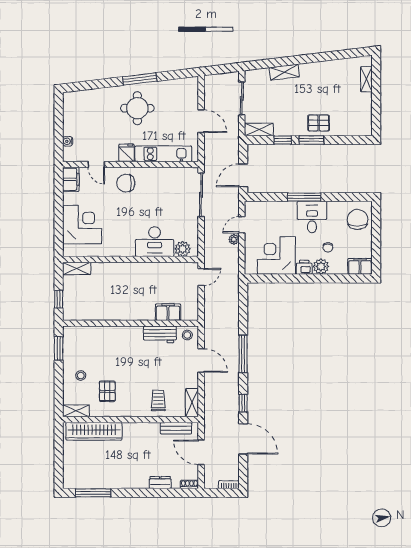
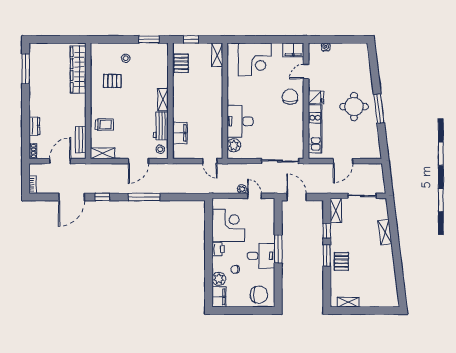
shelving: (366, 79) -> (348, 302), moved
plant: (321, 266) -> (219, 279), moved
pallet: (87, 311) -> (181, 63), added
shelving: (76, 411) -> (163, 100), moved

